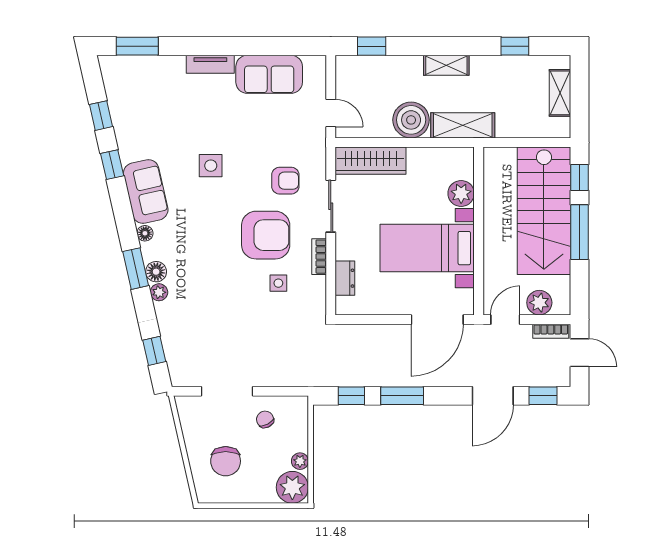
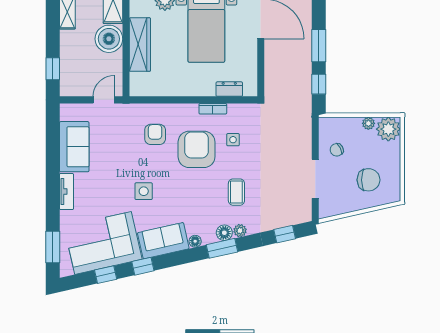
corner sofa: (143, 112) -> (103, 243), added
wardrobe: (371, 161) -> (140, 45), moved
sliding door: (331, 206) -> (174, 100), removed
coffee table: (210, 288) -> (236, 192), added

